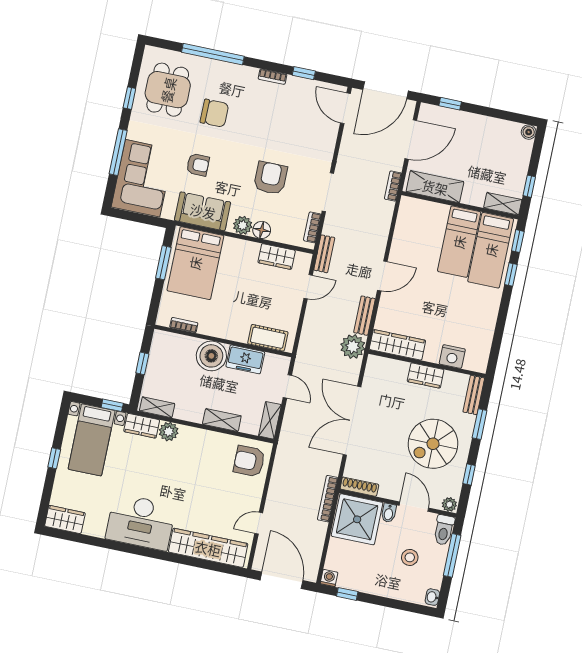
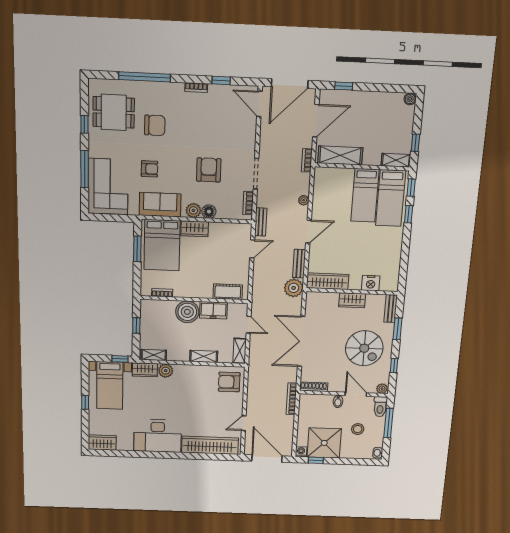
dining table: (168, 90) -> (114, 112), turned 90
plant: (382, 235) -> (304, 200), added
wardrobe: (277, 256) -> (195, 229), moved
spiral stairs: (433, 444) -> (364, 348), turned -90
shower: (357, 519) -> (324, 443), moved

